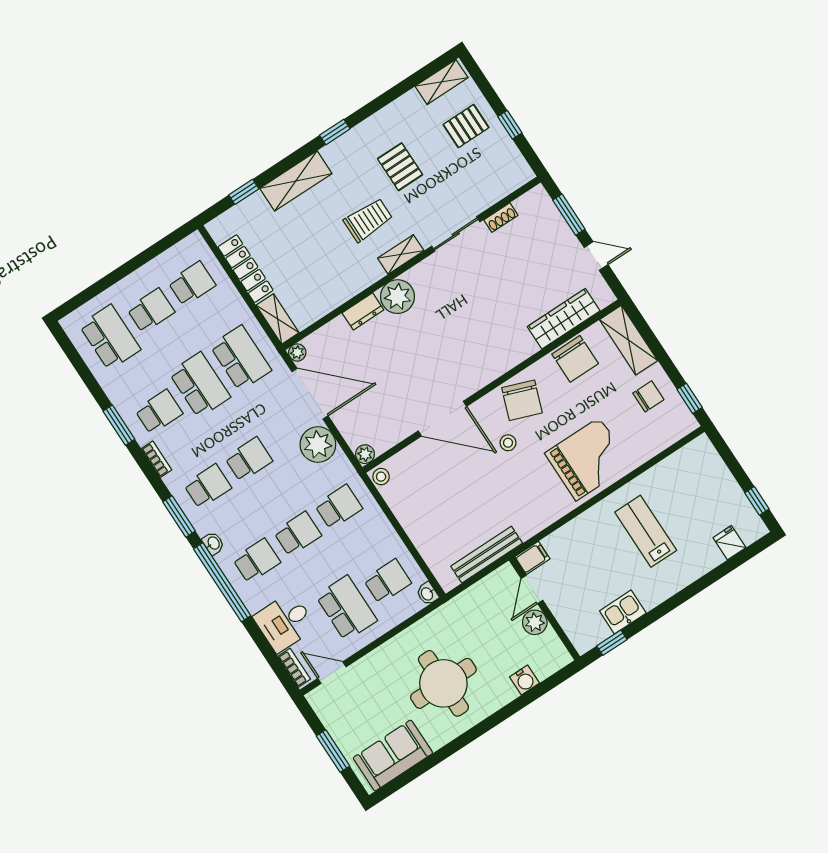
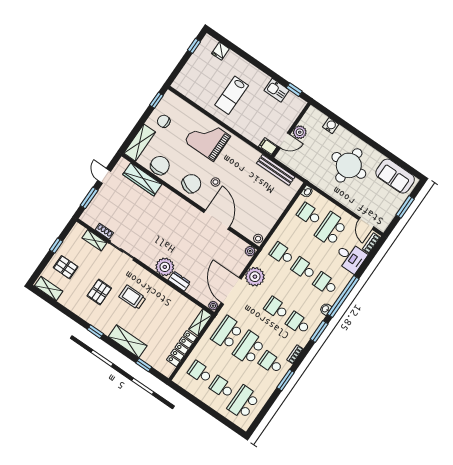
shelving: (401, 254) -> (94, 240), moved

